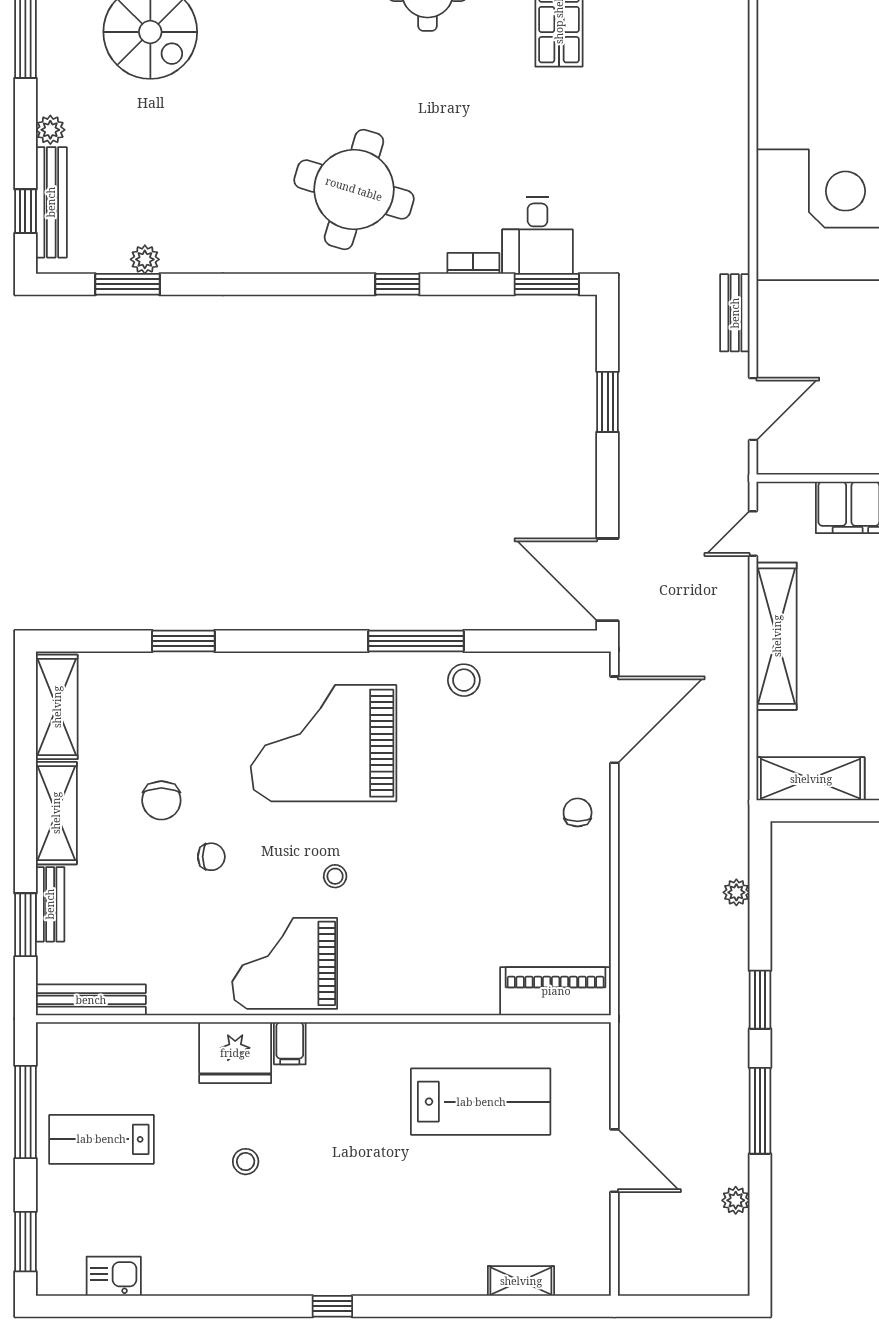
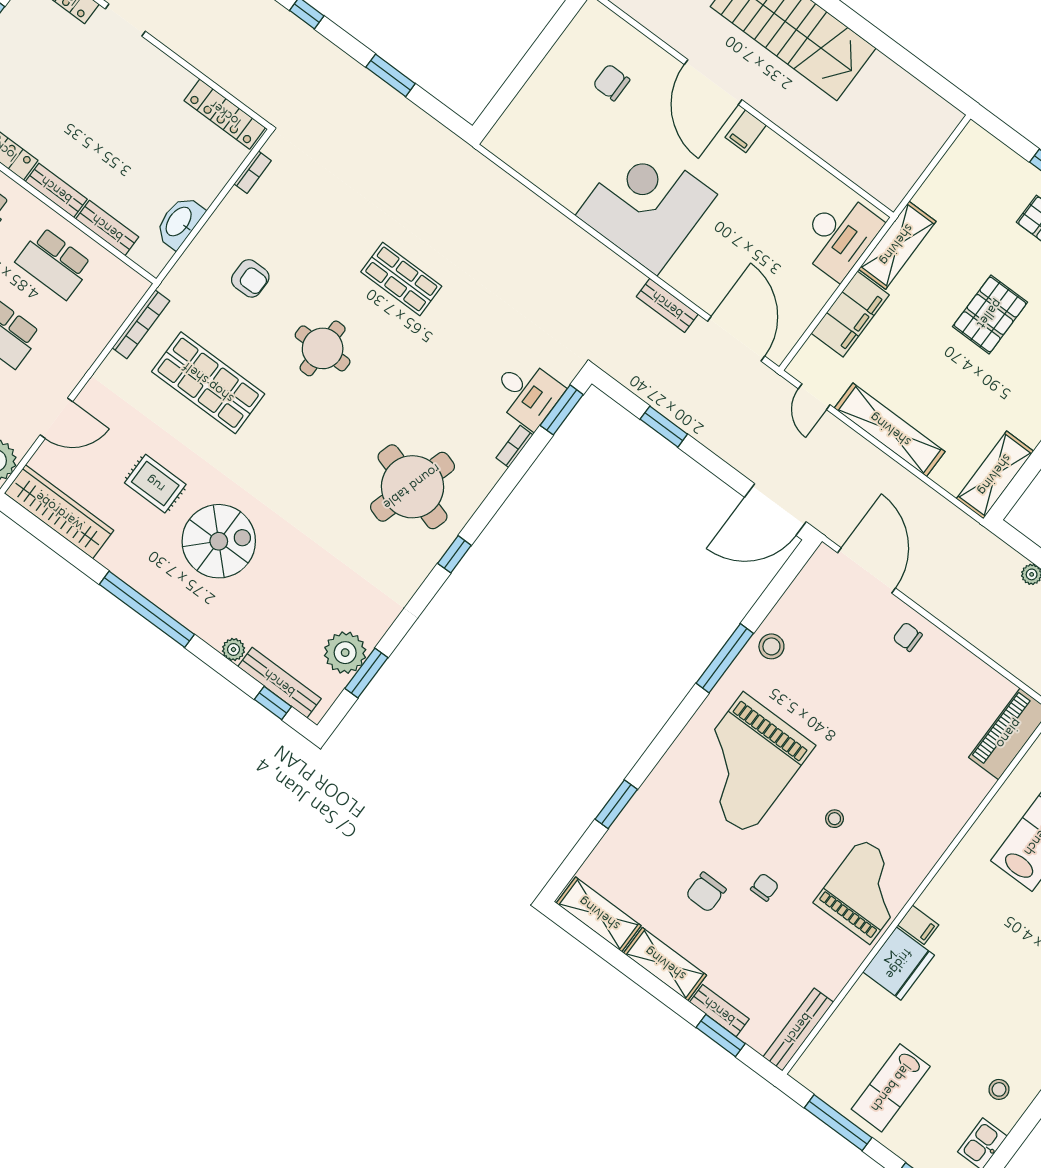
plant: (145, 259) -> (345, 653), width x1.87, depth x1.87
window: (397, 284) -> (454, 554), moved
door: (753, 409) -> (736, 339), width x1.36
chair: (161, 800) -> (706, 892), turned 90
grand piano: (285, 963) -> (866, 891), turned 180
stool: (246, 1162) -> (999, 1089), moved

